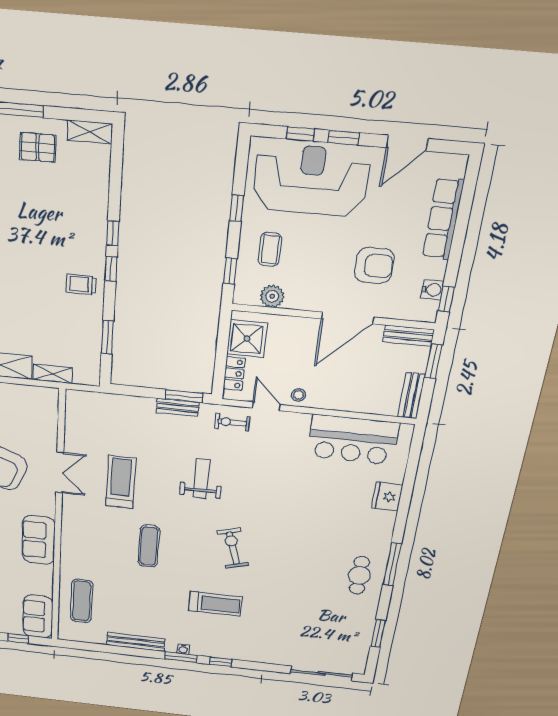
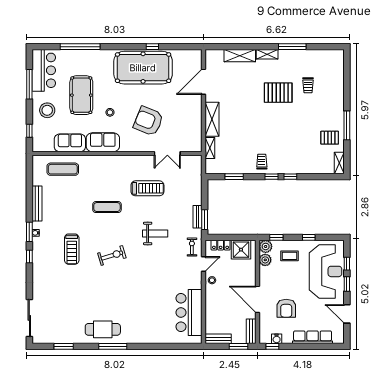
pallet: (38, 147) -> (330, 138), turned 90
plant: (246, 293) -> (266, 246), added
double door: (60, 472) -> (167, 153), moved
fridge: (387, 497) -> (156, 336), removed
cafe table: (359, 575) -> (103, 329), width x1.37, depth x1.35
sofa: (38, 617) -> (70, 143), moved

